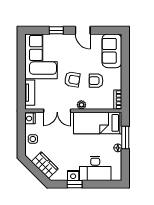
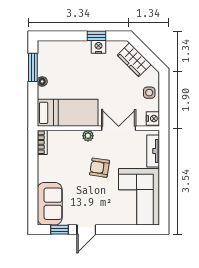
window: (56, 30) -> (60, 230), moved
door: (83, 30) -> (86, 230), swing flipped
armchair: (96, 81) -> (70, 166), removed
window: (125, 138) -> (33, 67), moved
desk: (95, 168) -> (71, 56), removed

